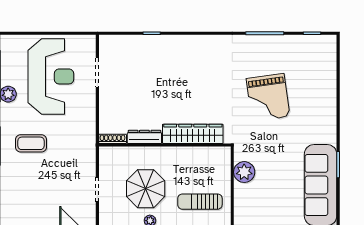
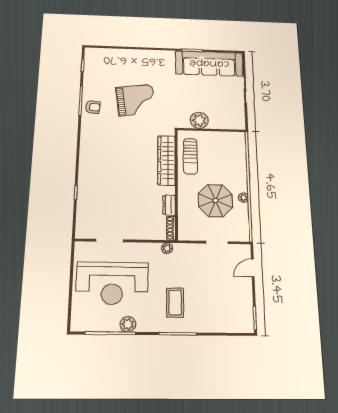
armchair: (257, 48) -> (93, 107), added
reception desk: (51, 76) -> (112, 283), turned 180
plant: (90, 135) -> (167, 248), added
dresser: (144, 137) -> (169, 205), width x0.70
sun lounger: (200, 202) -> (190, 156), moved

